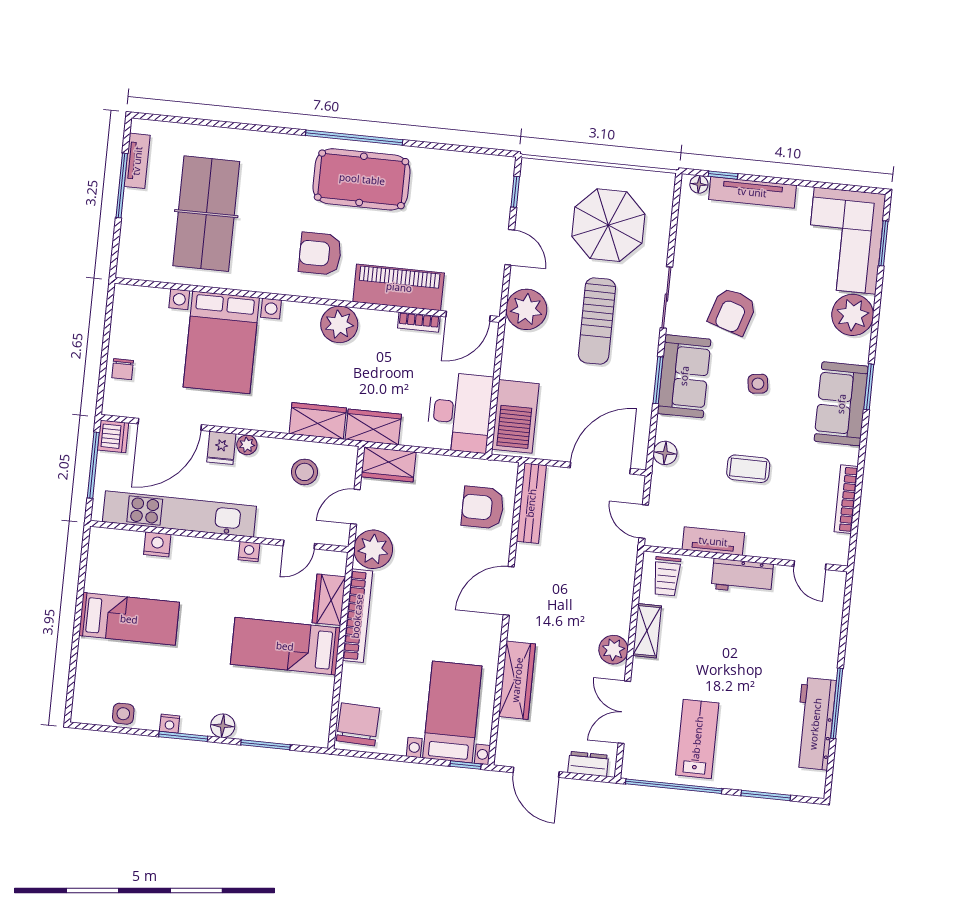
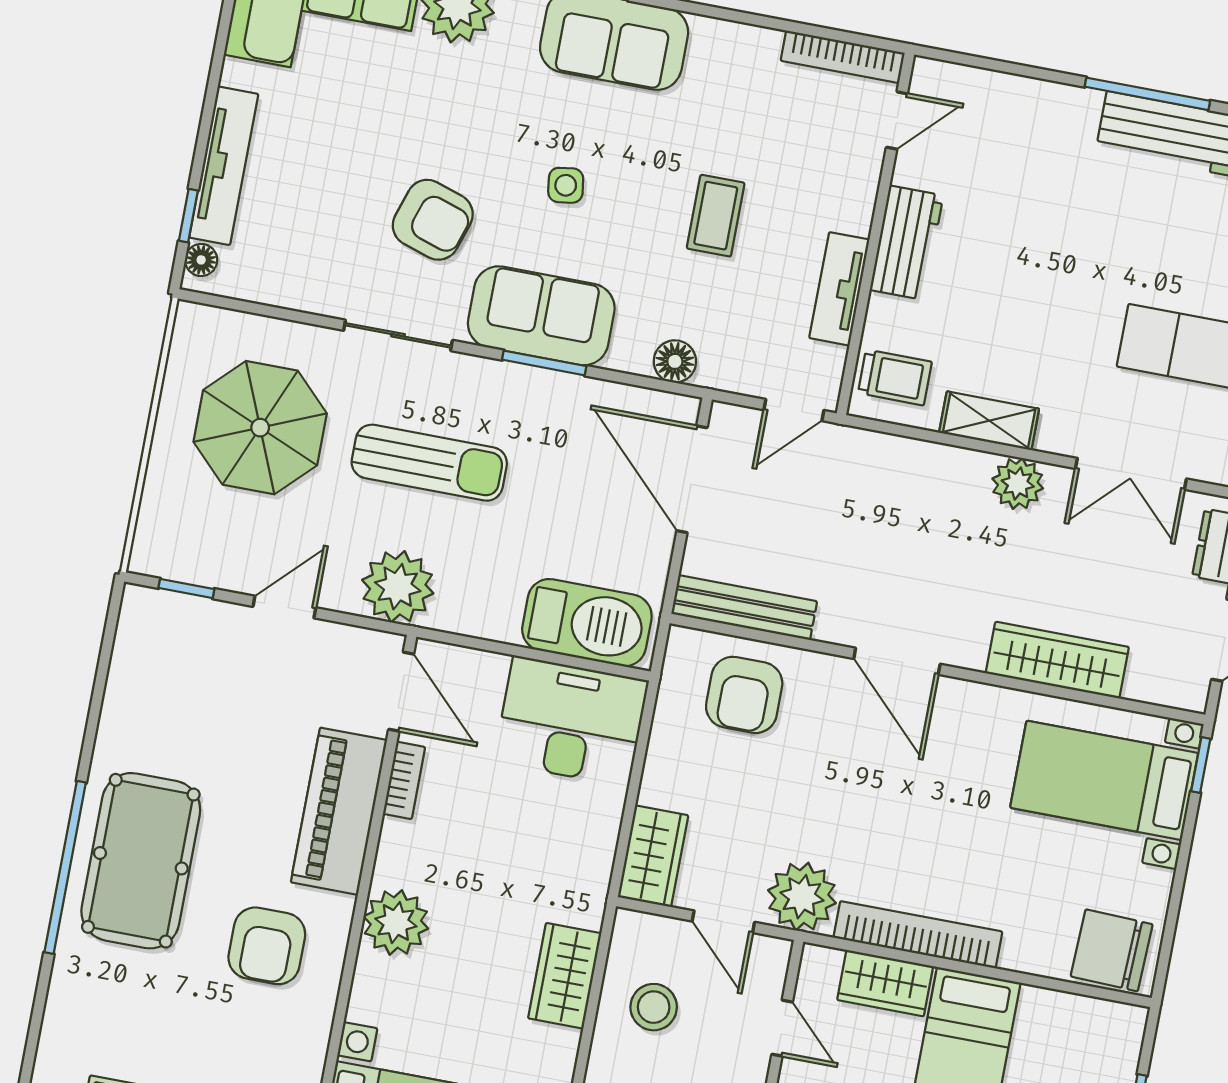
wardrobe: (373, 427) -> (584, 878), removed
bookcase: (846, 499) -> (843, 57), moved

